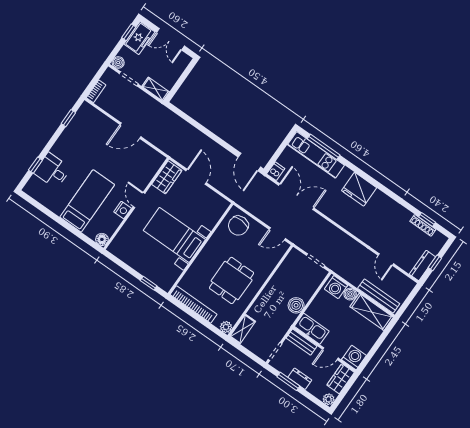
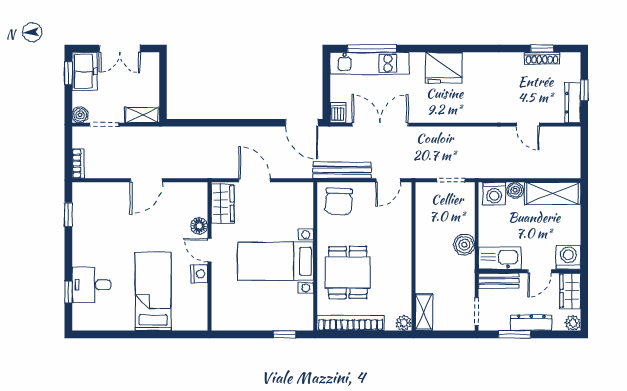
floor lamp: (102, 239) -> (199, 226), moved
dining table: (232, 280) -> (348, 273), moved
bench: (379, 296) -> (342, 170), moved
dresser: (300, 379) -> (531, 323), width x1.44

